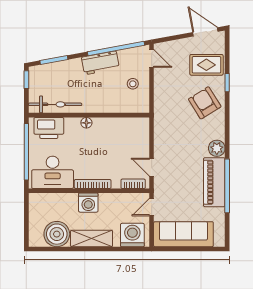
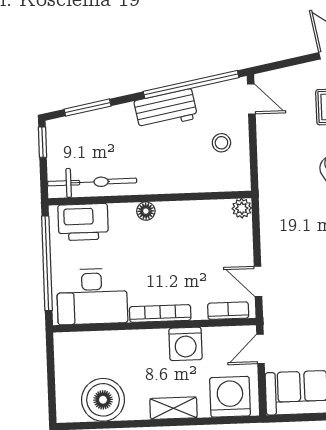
plant: (143, 123) -> (242, 208), added
washing machine: (88, 203) -> (186, 344), moved
shelving: (92, 238) -> (173, 408), width x0.67, depth x0.75

